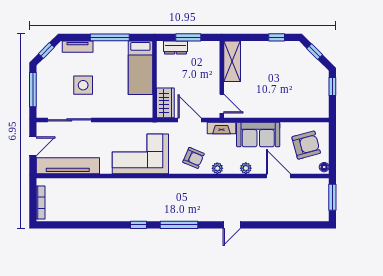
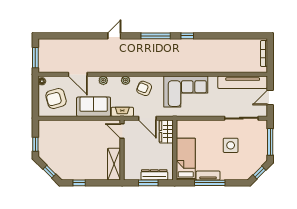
tv unit: (78, 47) -> (208, 176), moved
dresser: (175, 47) -> (154, 175), width x1.44

